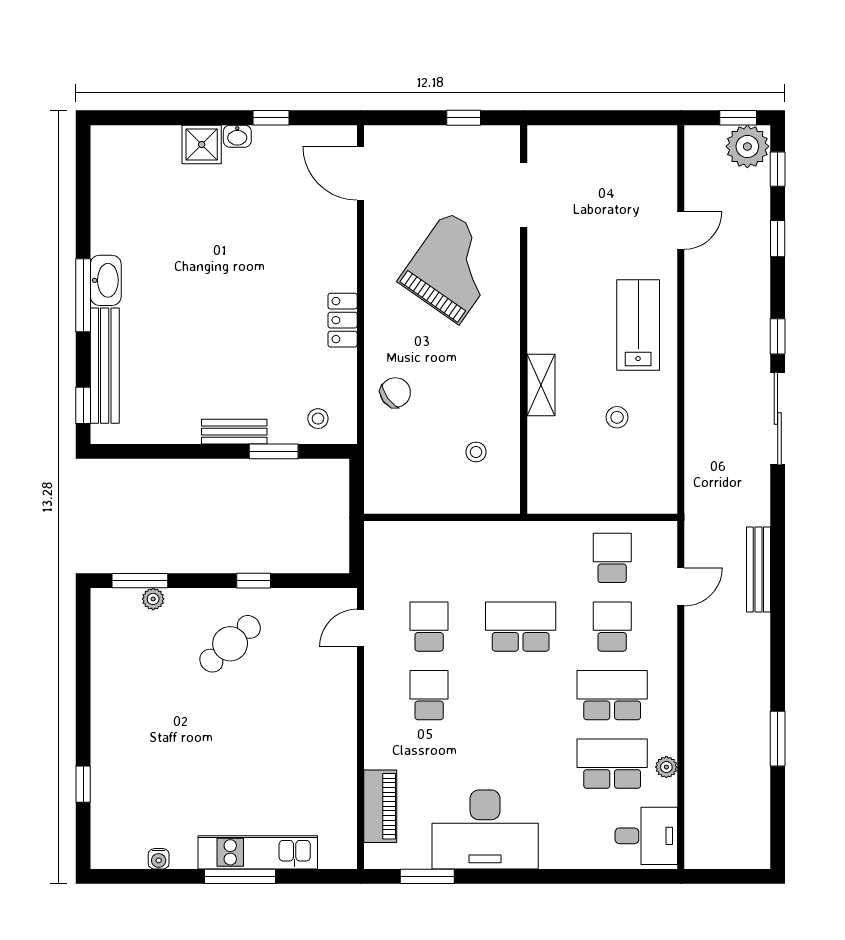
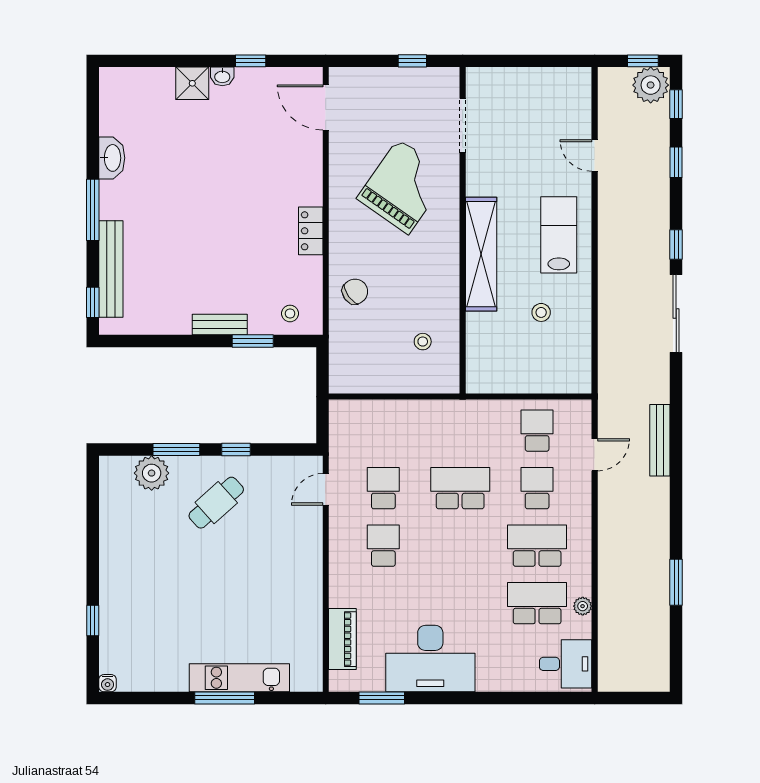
door: (681, 230) -> (595, 156), swing flipped
washbasin: (106, 280) -> (112, 158), moved
shelving: (541, 385) -> (481, 254), width x2.20, depth x1.33
window: (140, 581) -> (176, 450), moved
plant: (153, 599) -> (152, 473), width x1.87, depth x1.87
water cooler: (159, 859) -> (108, 683), moved

